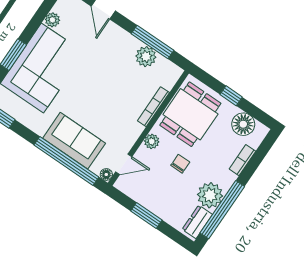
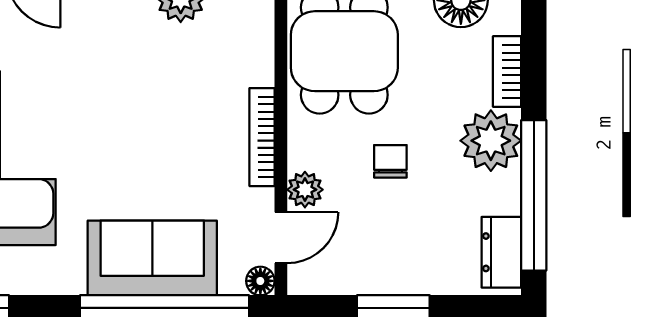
bookcase: (153, 107) -> (262, 137), moved
plant: (152, 141) -> (305, 190), moved
plant: (210, 195) -> (491, 141), moved

